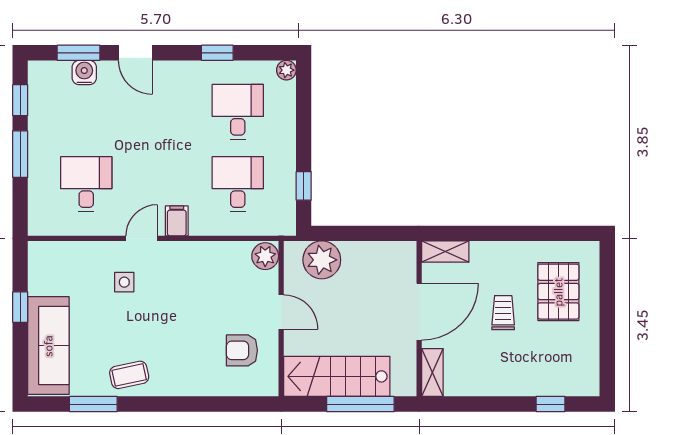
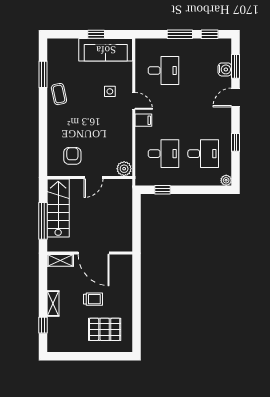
shelving: (445, 252) -> (53, 303), moved
plant: (322, 260) -> (122, 200), removed
sofa: (48, 346) -> (106, 50), moved

